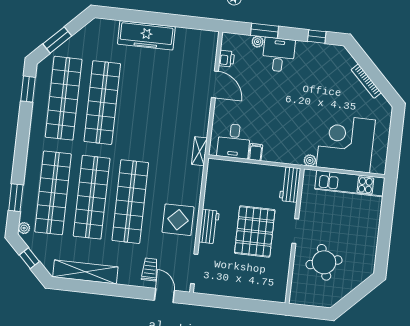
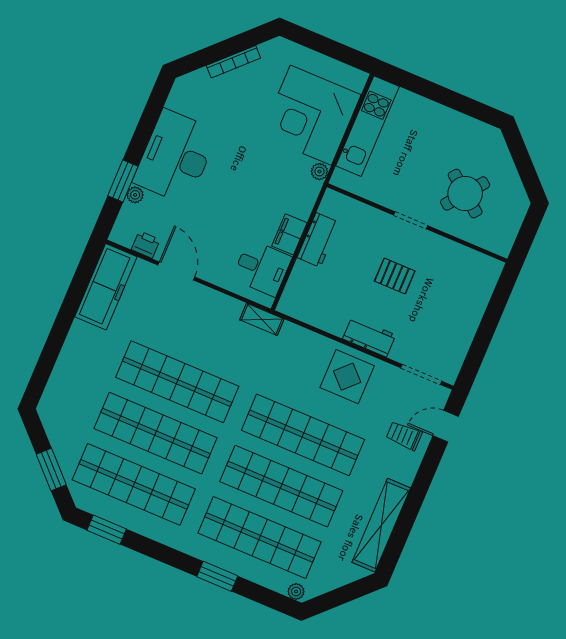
freezer: (146, 35) -> (106, 287), moved
window: (317, 37) -> (152, 112), removed
desk: (279, 55) -> (176, 157), width x1.87, depth x1.30
door: (215, 84) -> (176, 271), hinge flipped
shop shelf: (141, 107) -> (177, 382), added
filing cabinet: (256, 152) -> (289, 234), width x2.00
workbench: (290, 184) -> (318, 240), moved, turned -90
window: (16, 198) -> (217, 576), moved
pallet: (255, 231) -> (395, 276), width x0.49, depth x0.50
window: (29, 258) -> (340, 596), removed
round table: (324, 262) -> (465, 193), turned -36

